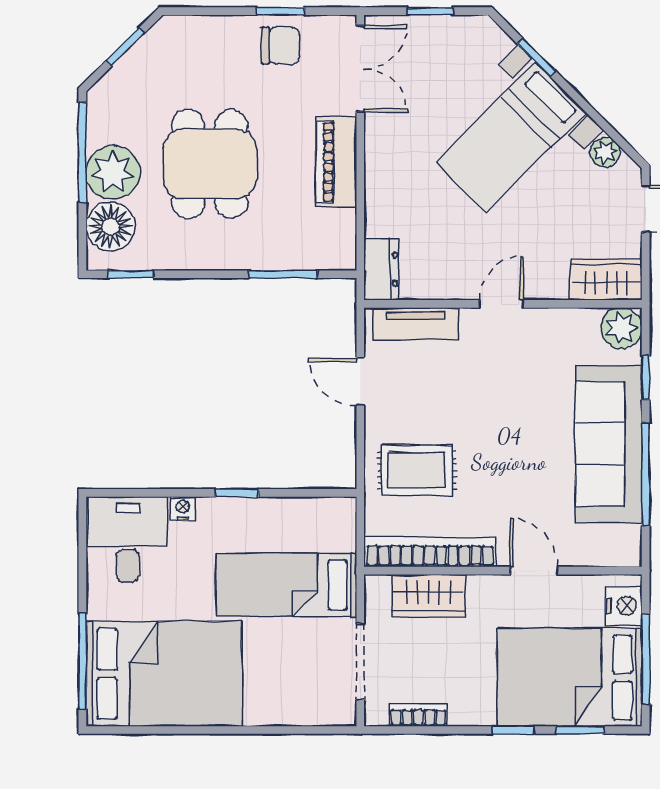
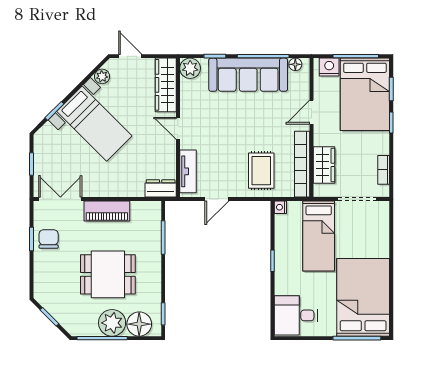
wardrobe: (606, 279) -> (166, 85), width x1.50
nightstand: (183, 509) -> (280, 207), moved
floor lamp: (629, 538) -> (295, 64), added

